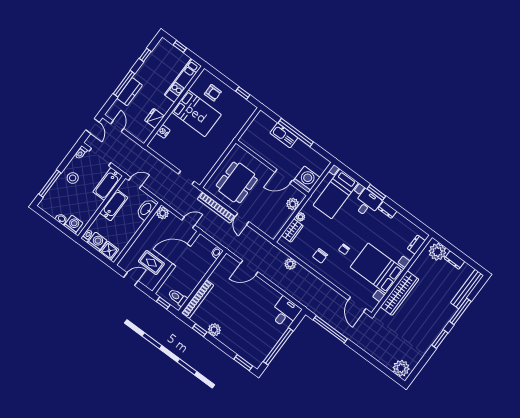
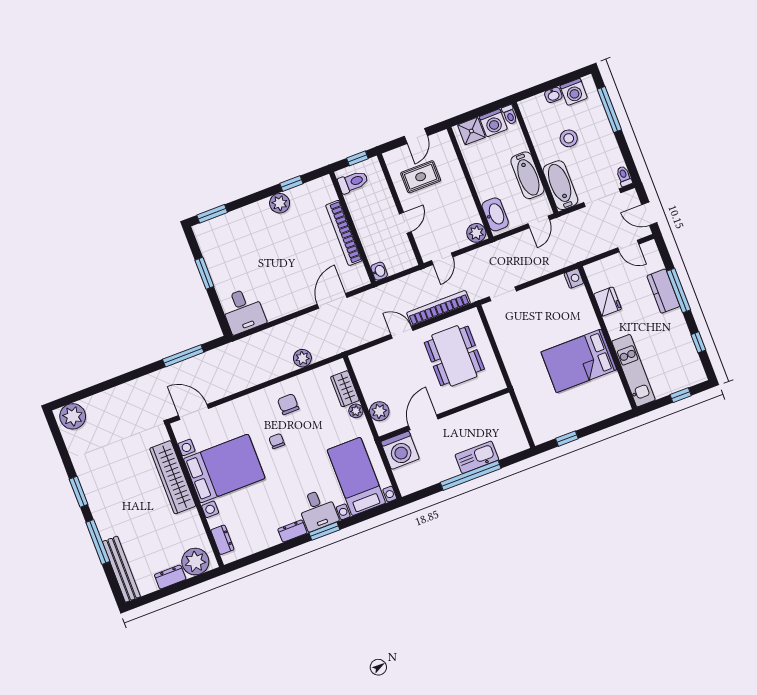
armchair: (213, 93) -> (592, 400), removed
nightstand: (163, 131) -> (574, 278), moved
stool: (73, 178) -> (569, 138), moved
washing machine: (73, 224) -> (574, 92), moved
door: (182, 255) -> (405, 223), width x0.53
bookcase: (198, 299) -> (344, 233), moved
window: (330, 329) -> (183, 356), width x0.68
window: (278, 346) -> (204, 273), width x0.47

